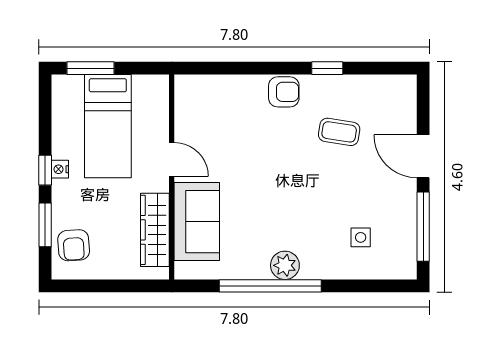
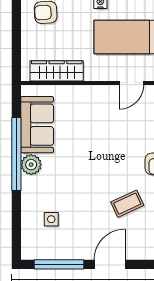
coffee table: (339, 132) -> (127, 204), turned 56
door: (172, 159) -> (131, 83), moved
sofa: (197, 222) -> (37, 125), moved, turned -90

